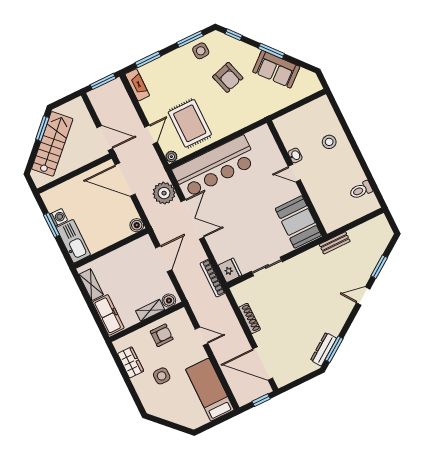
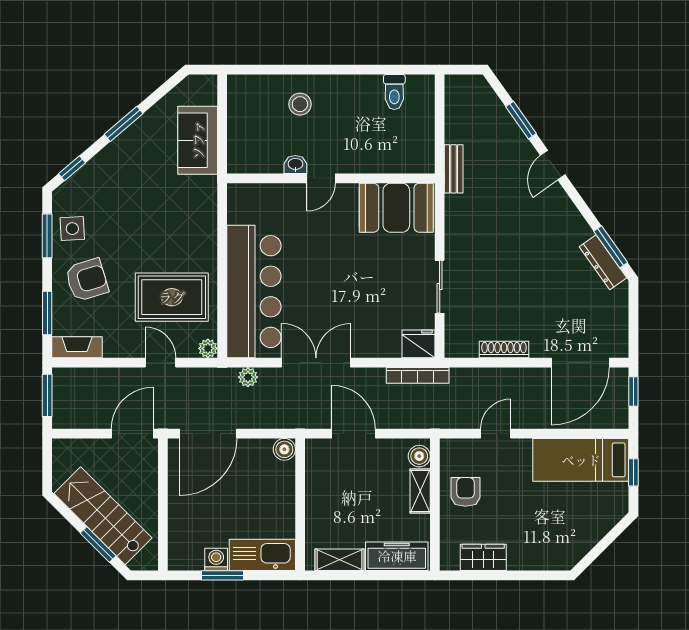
sofa: (276, 69) -> (198, 140), moved, turned 131
armchair: (228, 77) -> (87, 280), moved
window: (42, 128) -> (98, 545), moved
plant: (164, 193) -> (248, 377), width x0.53, depth x0.53
side table: (162, 376) -> (526, 521), removed
window: (217, 422) -> (633, 472), added

